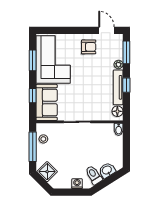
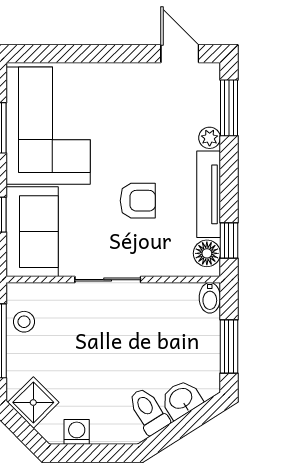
armchair: (89, 47) -> (138, 201), moved
window: (126, 85) -> (229, 240), moved
window: (126, 149) -> (229, 346), added
washing machine: (77, 184) -> (77, 432), moved

